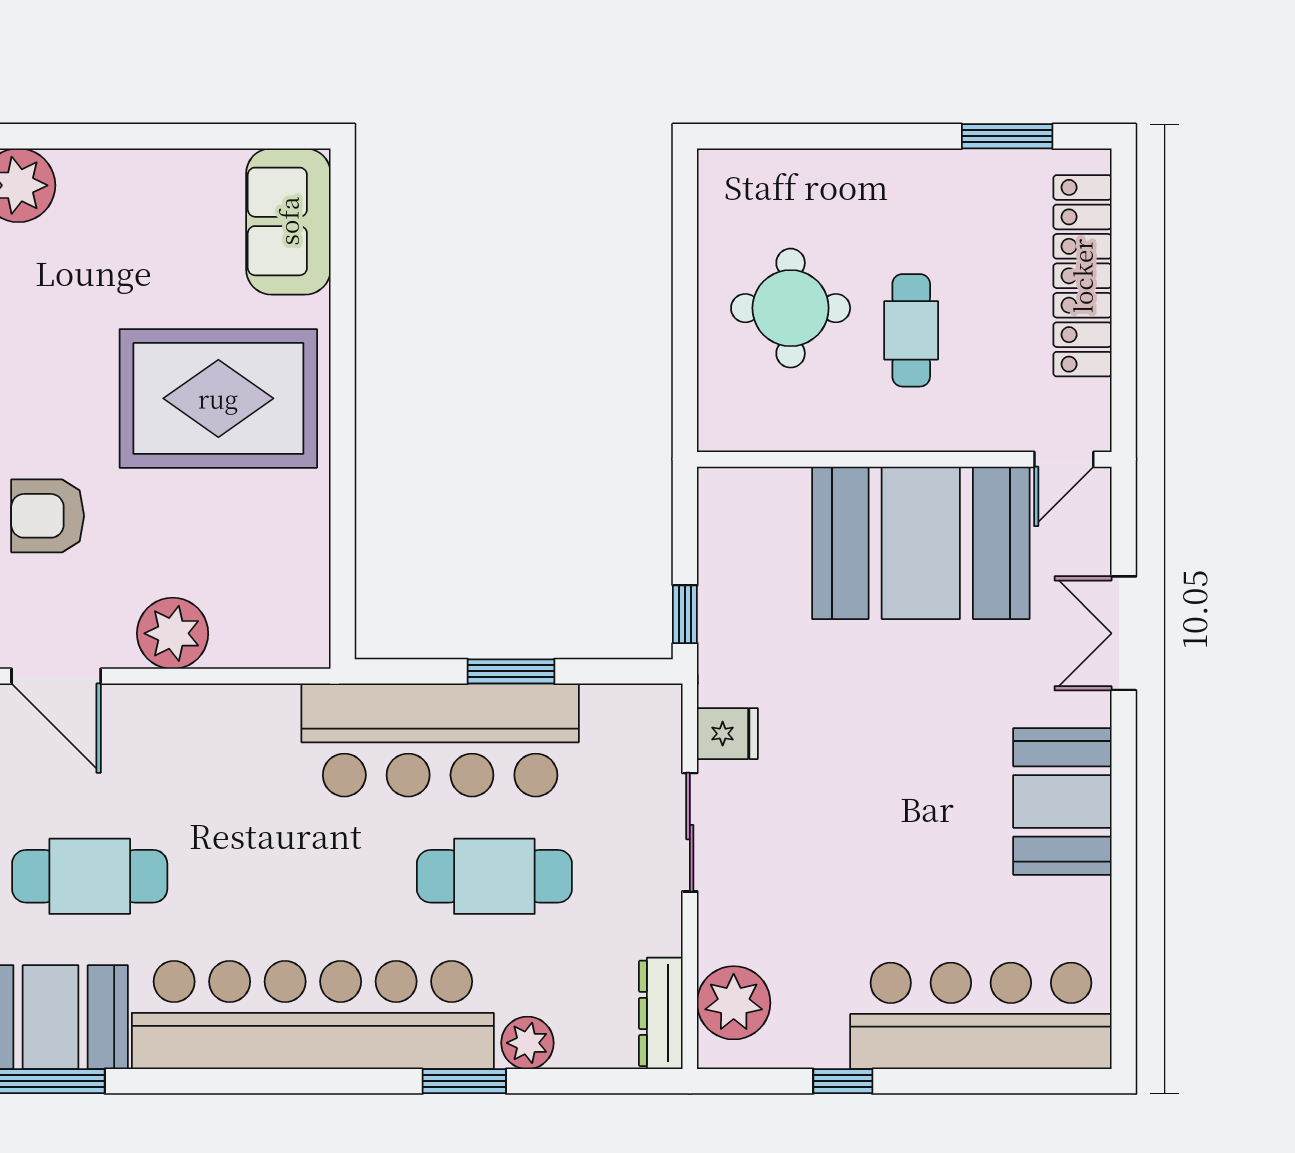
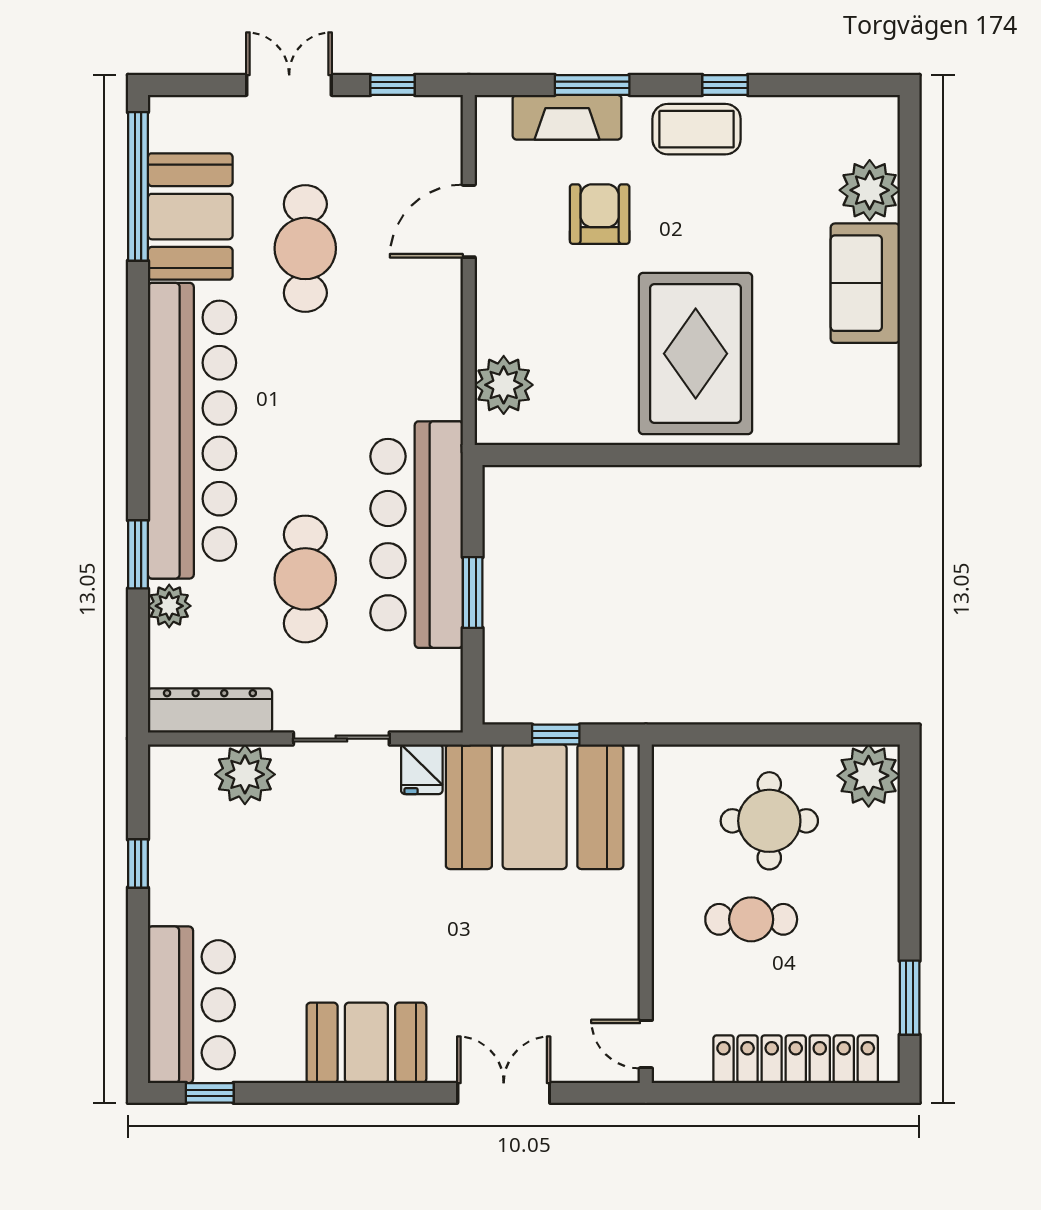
plant: (735, 187) -> (869, 776), added
sofa: (288, 221) -> (865, 283), moved, turned -90
booth: (921, 543) -> (535, 807), moved, turned 90
window: (685, 614) -> (556, 735), moved
plant: (173, 633) -> (504, 385), moved
window: (1124, 993) -> (210, 1093), added
plant: (734, 1003) -> (245, 774), moved
dresser: (661, 1013) -> (210, 710), width x1.37, depth x1.24
bar counter: (981, 1016) -> (191, 1005), width x0.73

